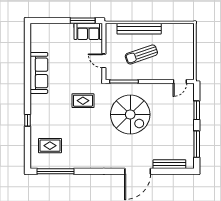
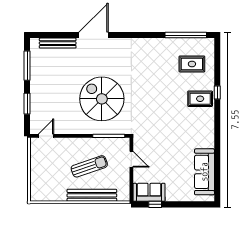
window: (83, 21) -> (155, 204), width x0.46
sofa: (39, 73) -> (204, 172), moved
rug: (83, 101) -> (200, 99), moved

